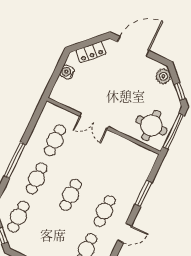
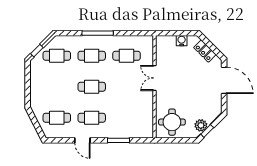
plant: (163, 76) -> (201, 125), moved
window: (173, 131) -> (175, 140), removed

